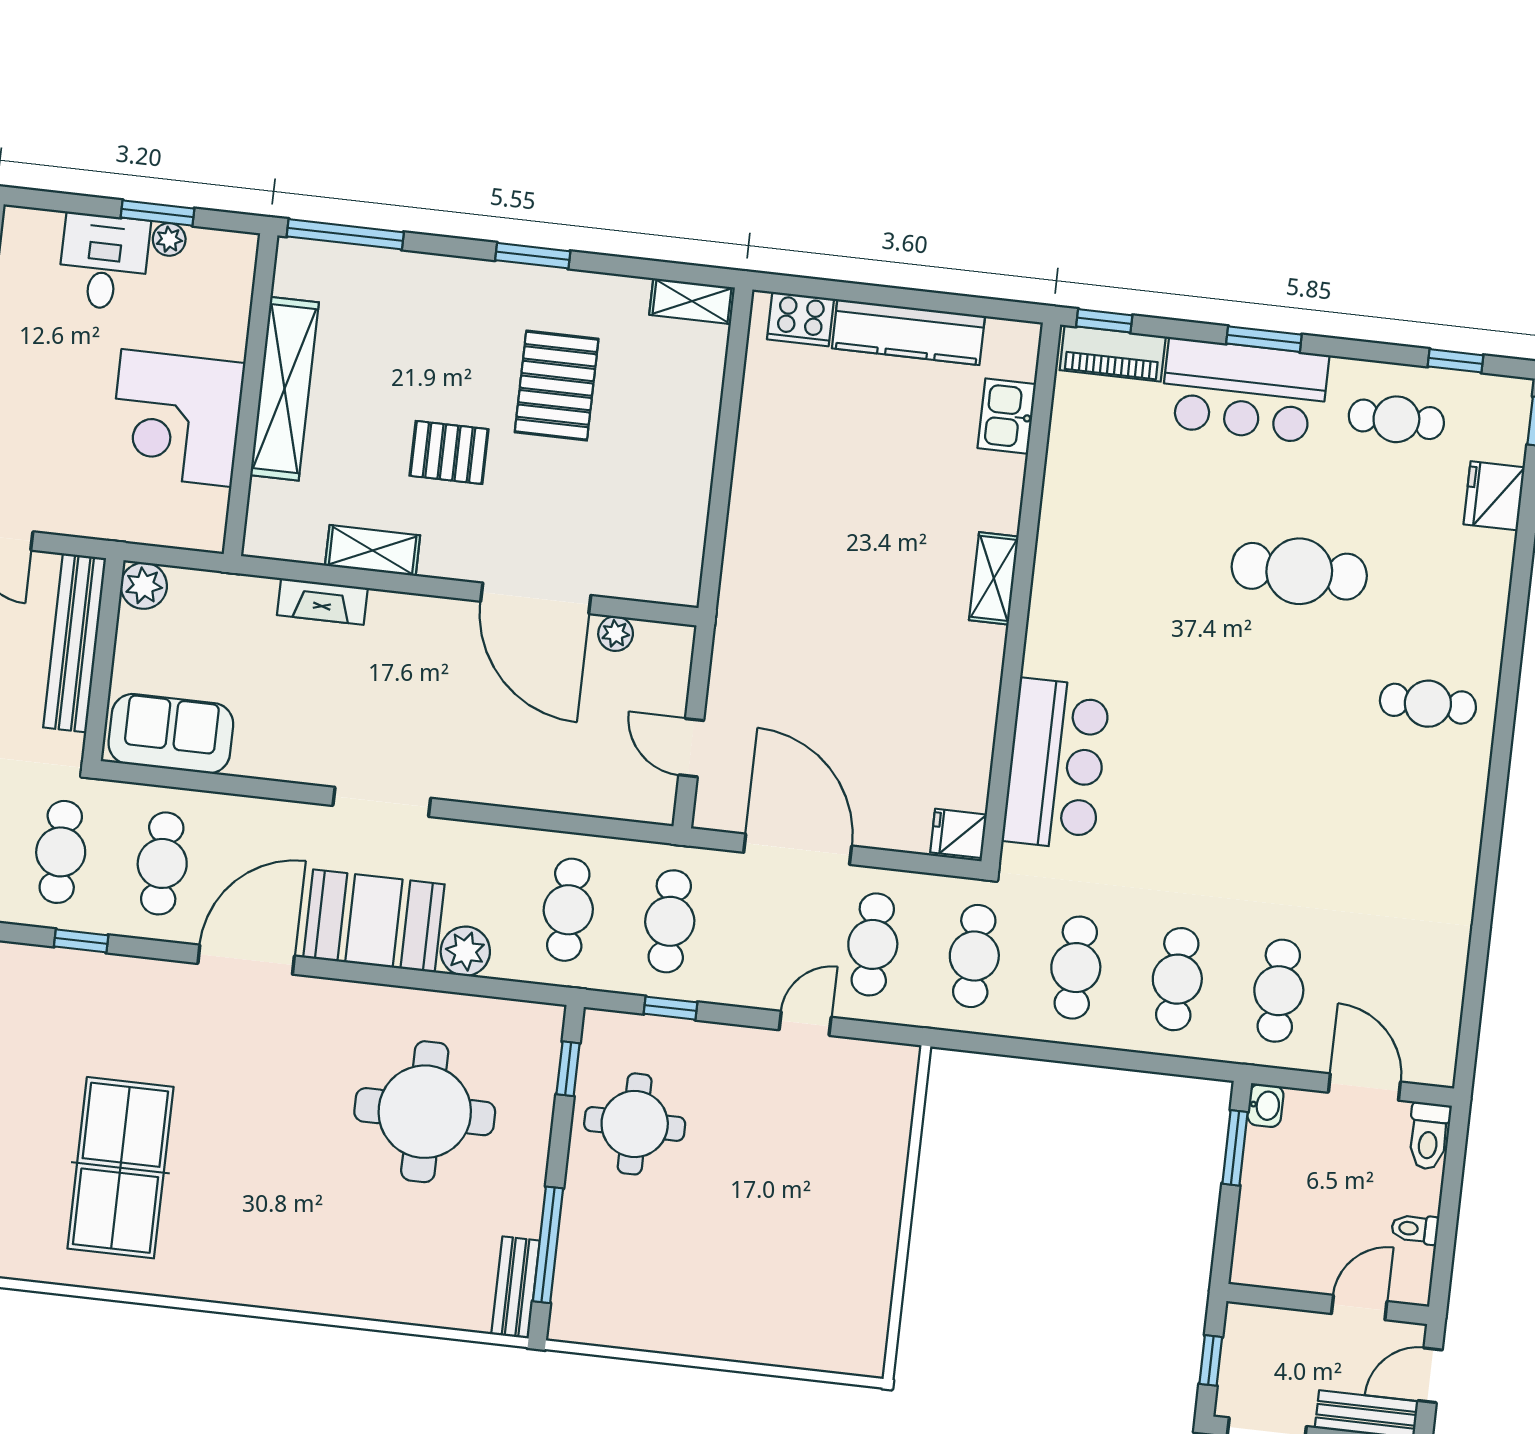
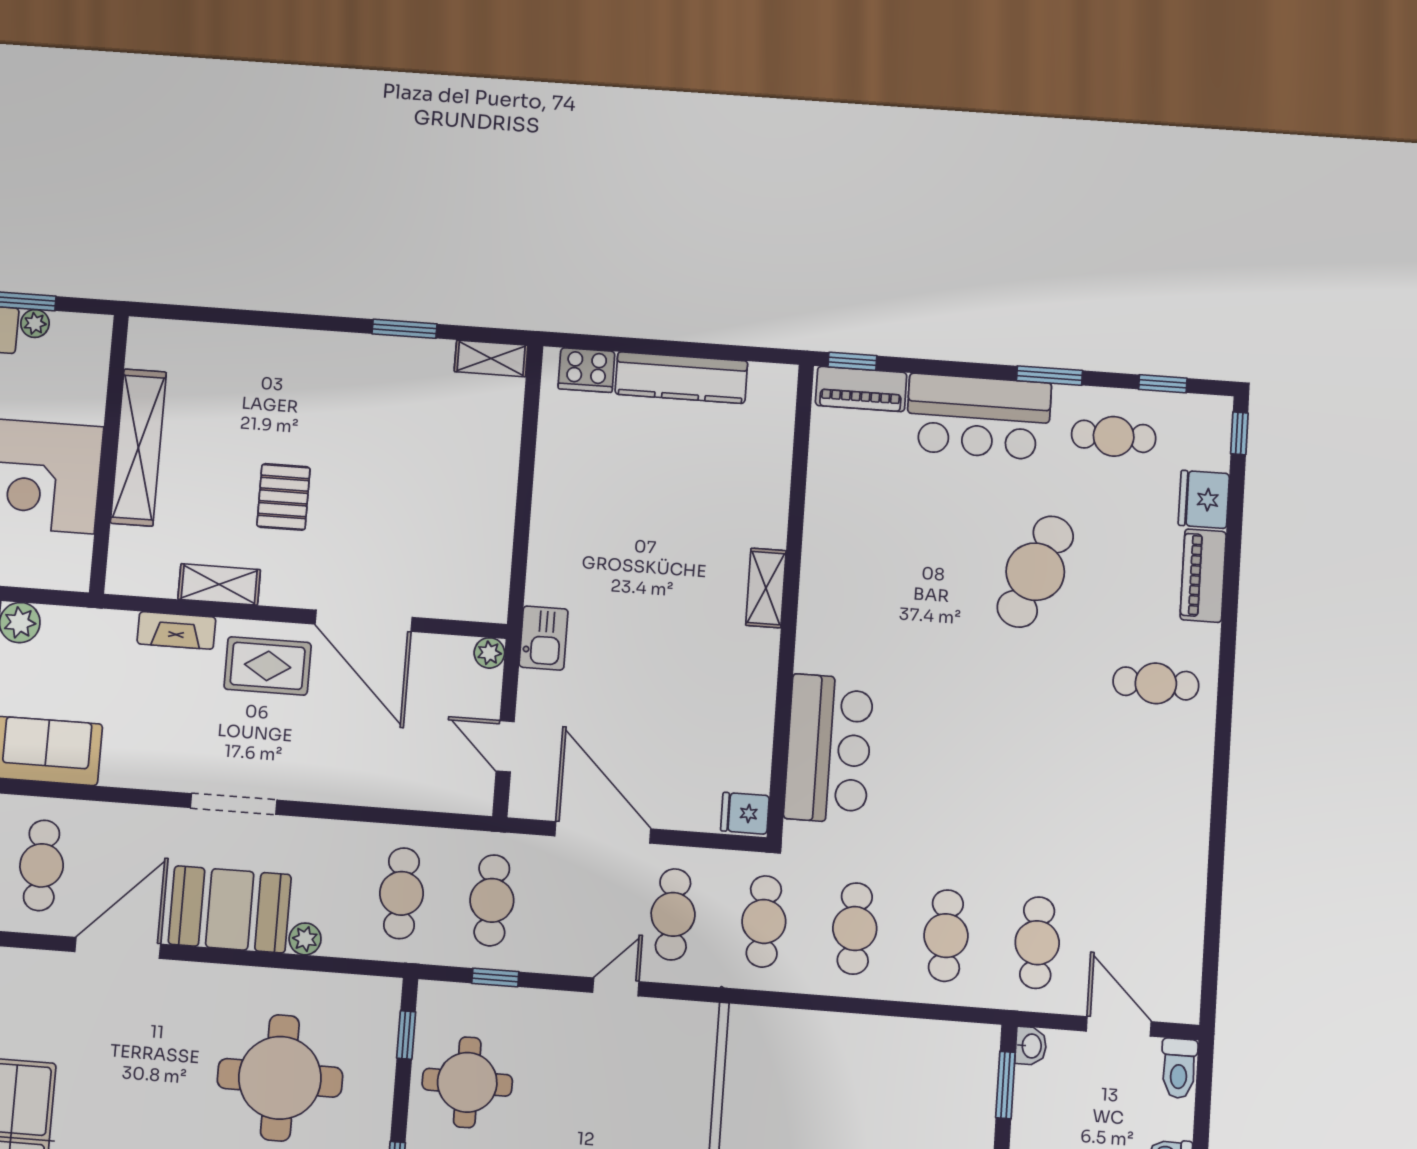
window: (345, 234) -> (188, 313), removed
window: (533, 256) -> (404, 329), moved
window: (1264, 339) -> (1049, 376), moved
pallet: (557, 386) -> (376, 436), removed
kitchen sink: (1007, 416) -> (544, 638), moved, turned 180
pallet: (449, 452) -> (283, 497), turned 90
cafe table: (1299, 571) -> (1035, 572), turned -68
piano: (1488, 583) -> (1203, 576), added
plant: (616, 634) -> (489, 653), moved
rug: (425, 646) -> (268, 666), added
plant: (465, 951) -> (305, 939), width x0.73, depth x0.73

